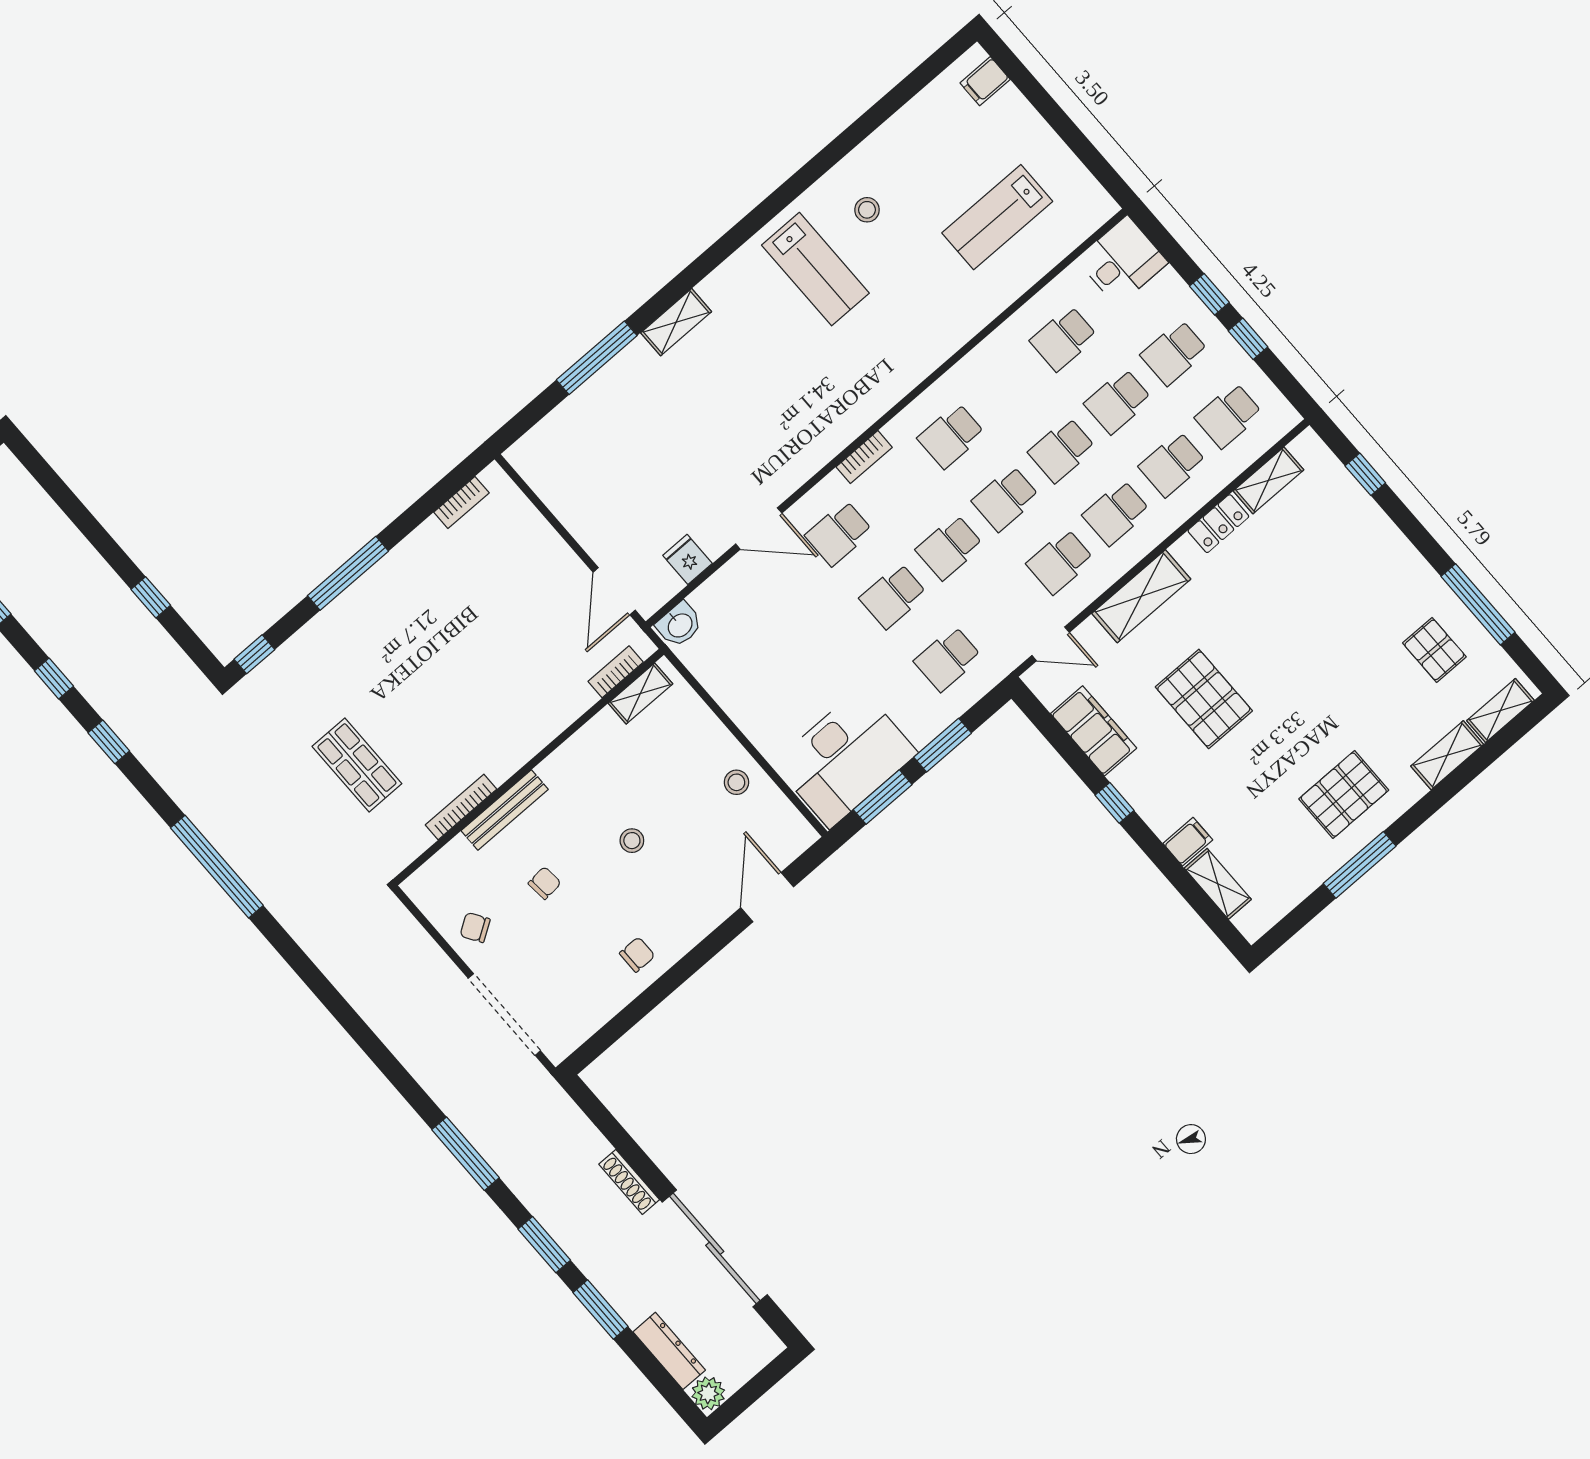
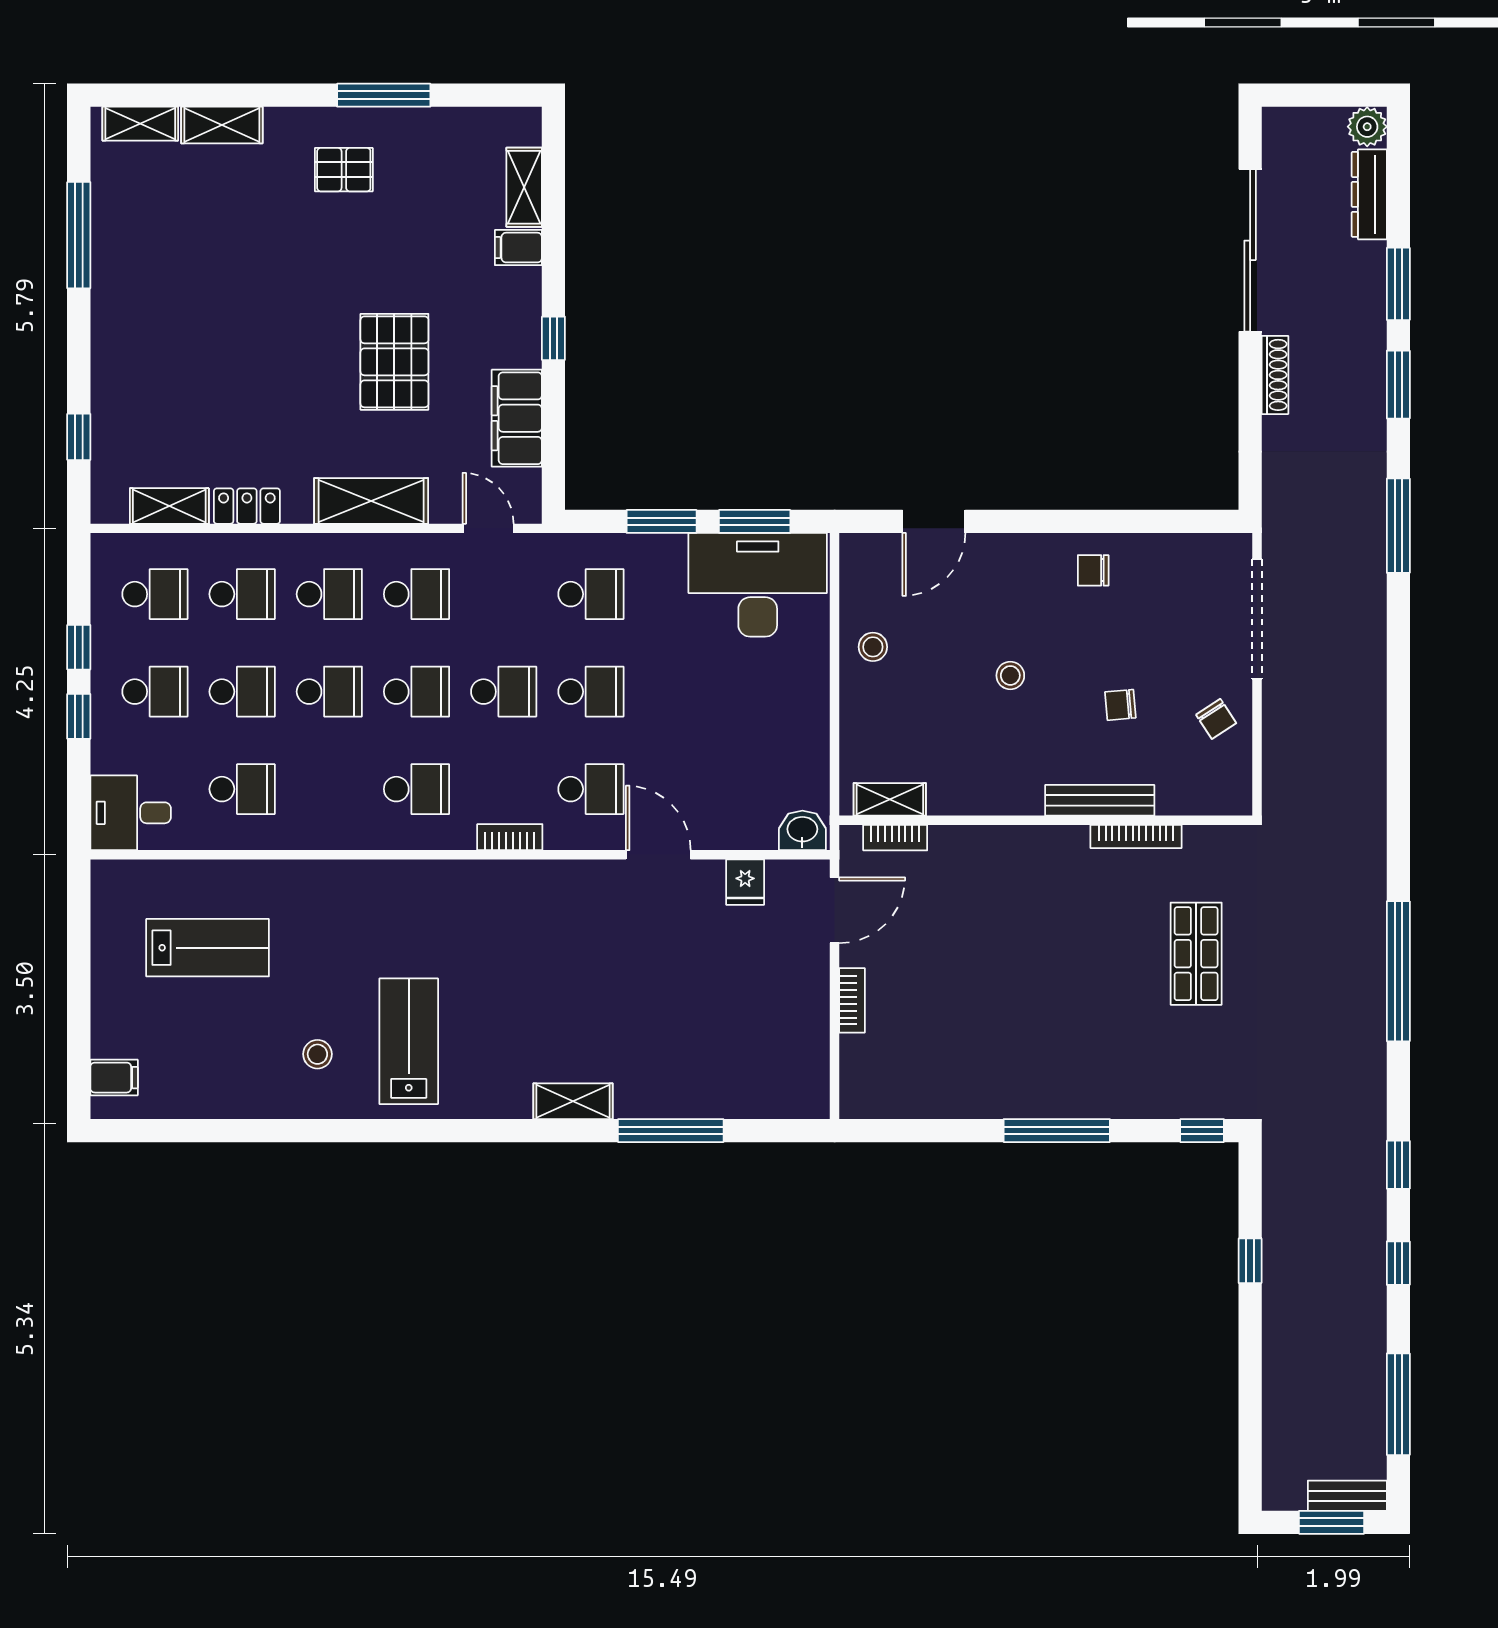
bookcase: (461, 502) -> (852, 1000), moved, turned 90
pallet: (1434, 650) -> (152, 228), removed
pallet: (1344, 795) -> (344, 170), width x0.67, depth x0.71

